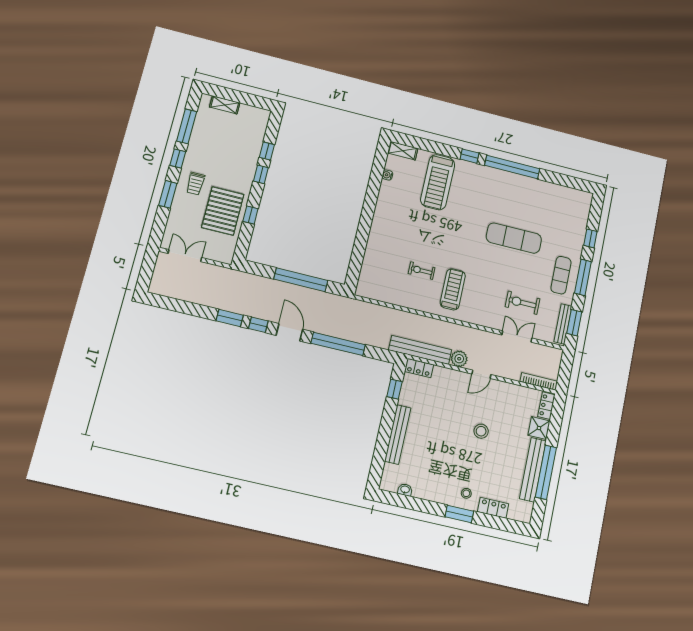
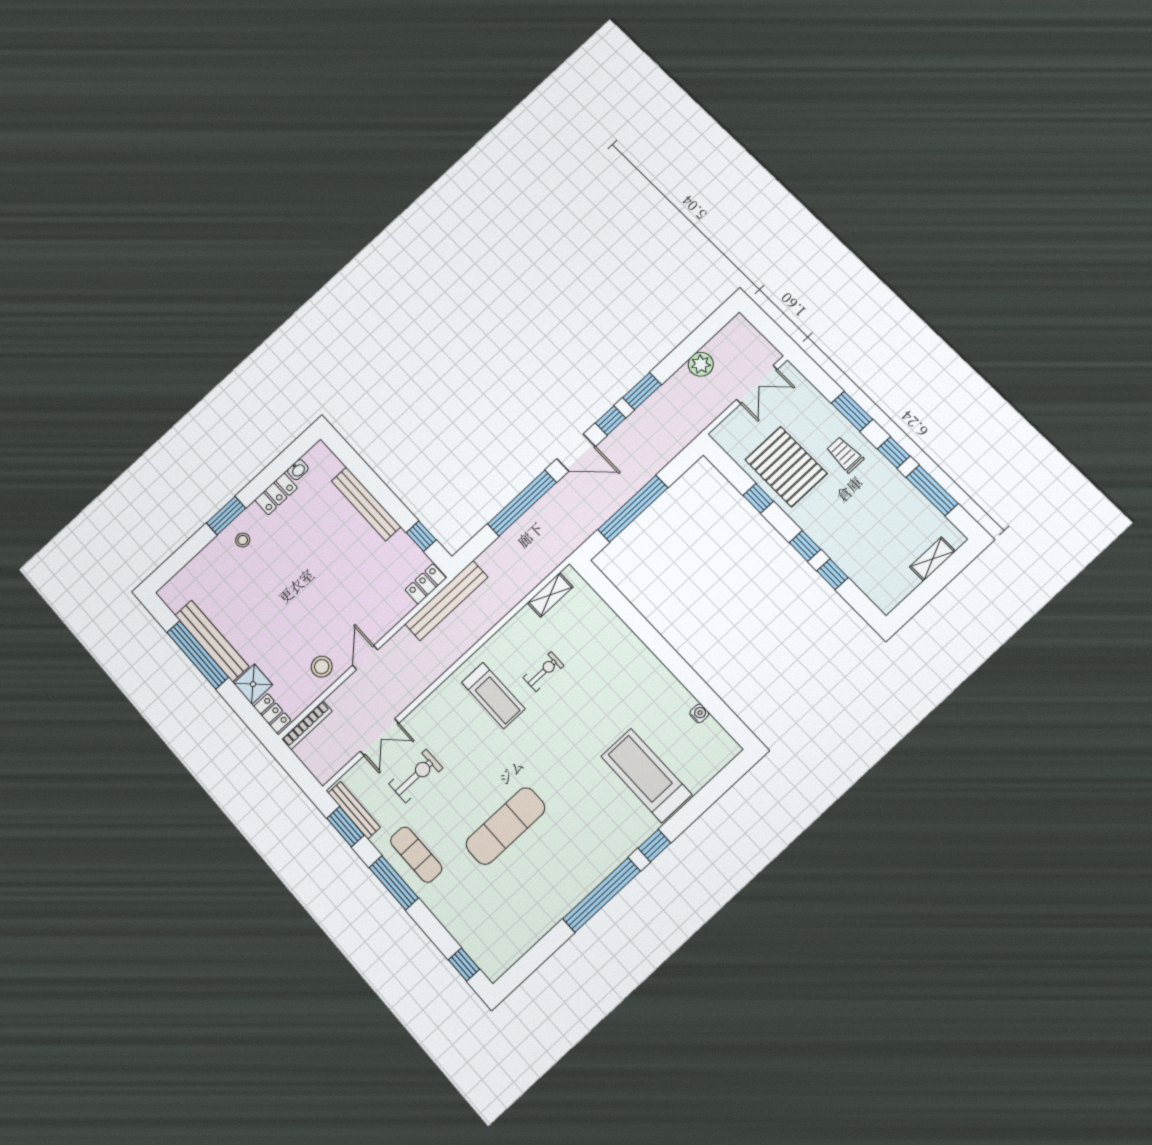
shelving: (403, 151) -> (550, 595), moved
window: (590, 238) -> (464, 964), moved
plant: (459, 359) -> (701, 364), moved
stool: (481, 431) -> (322, 667), moved
locker: (493, 508) -> (276, 494), moved

